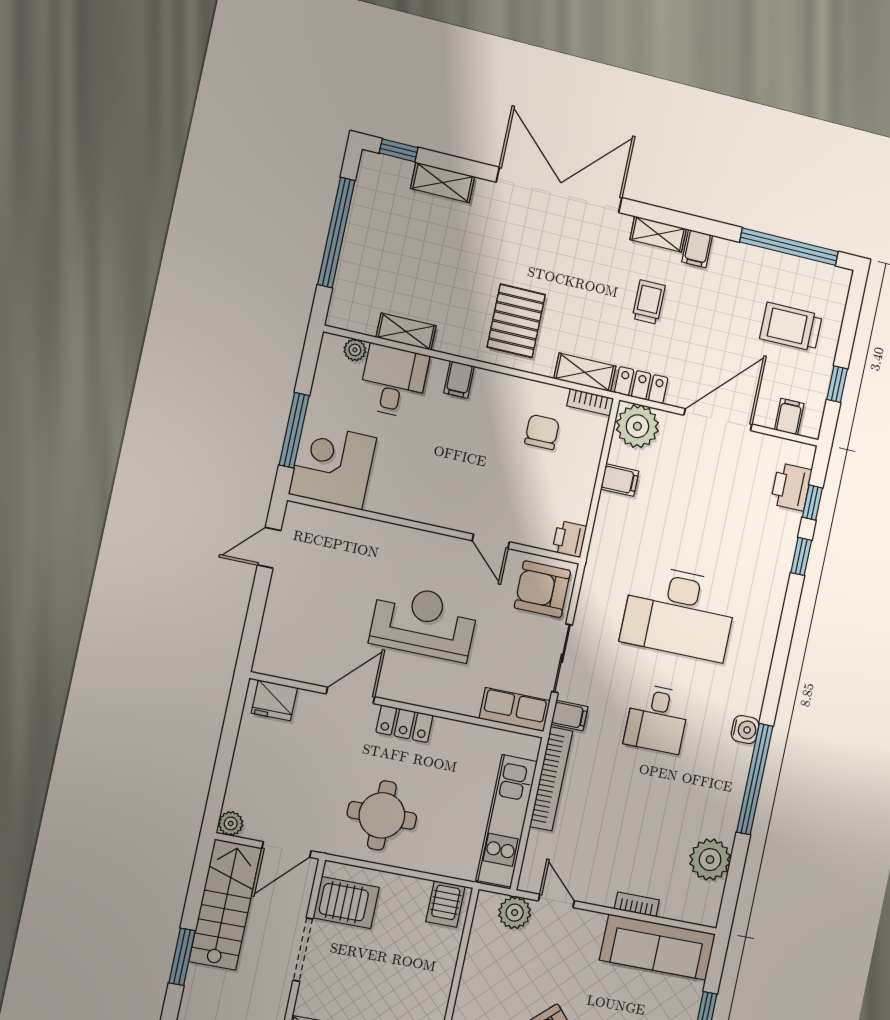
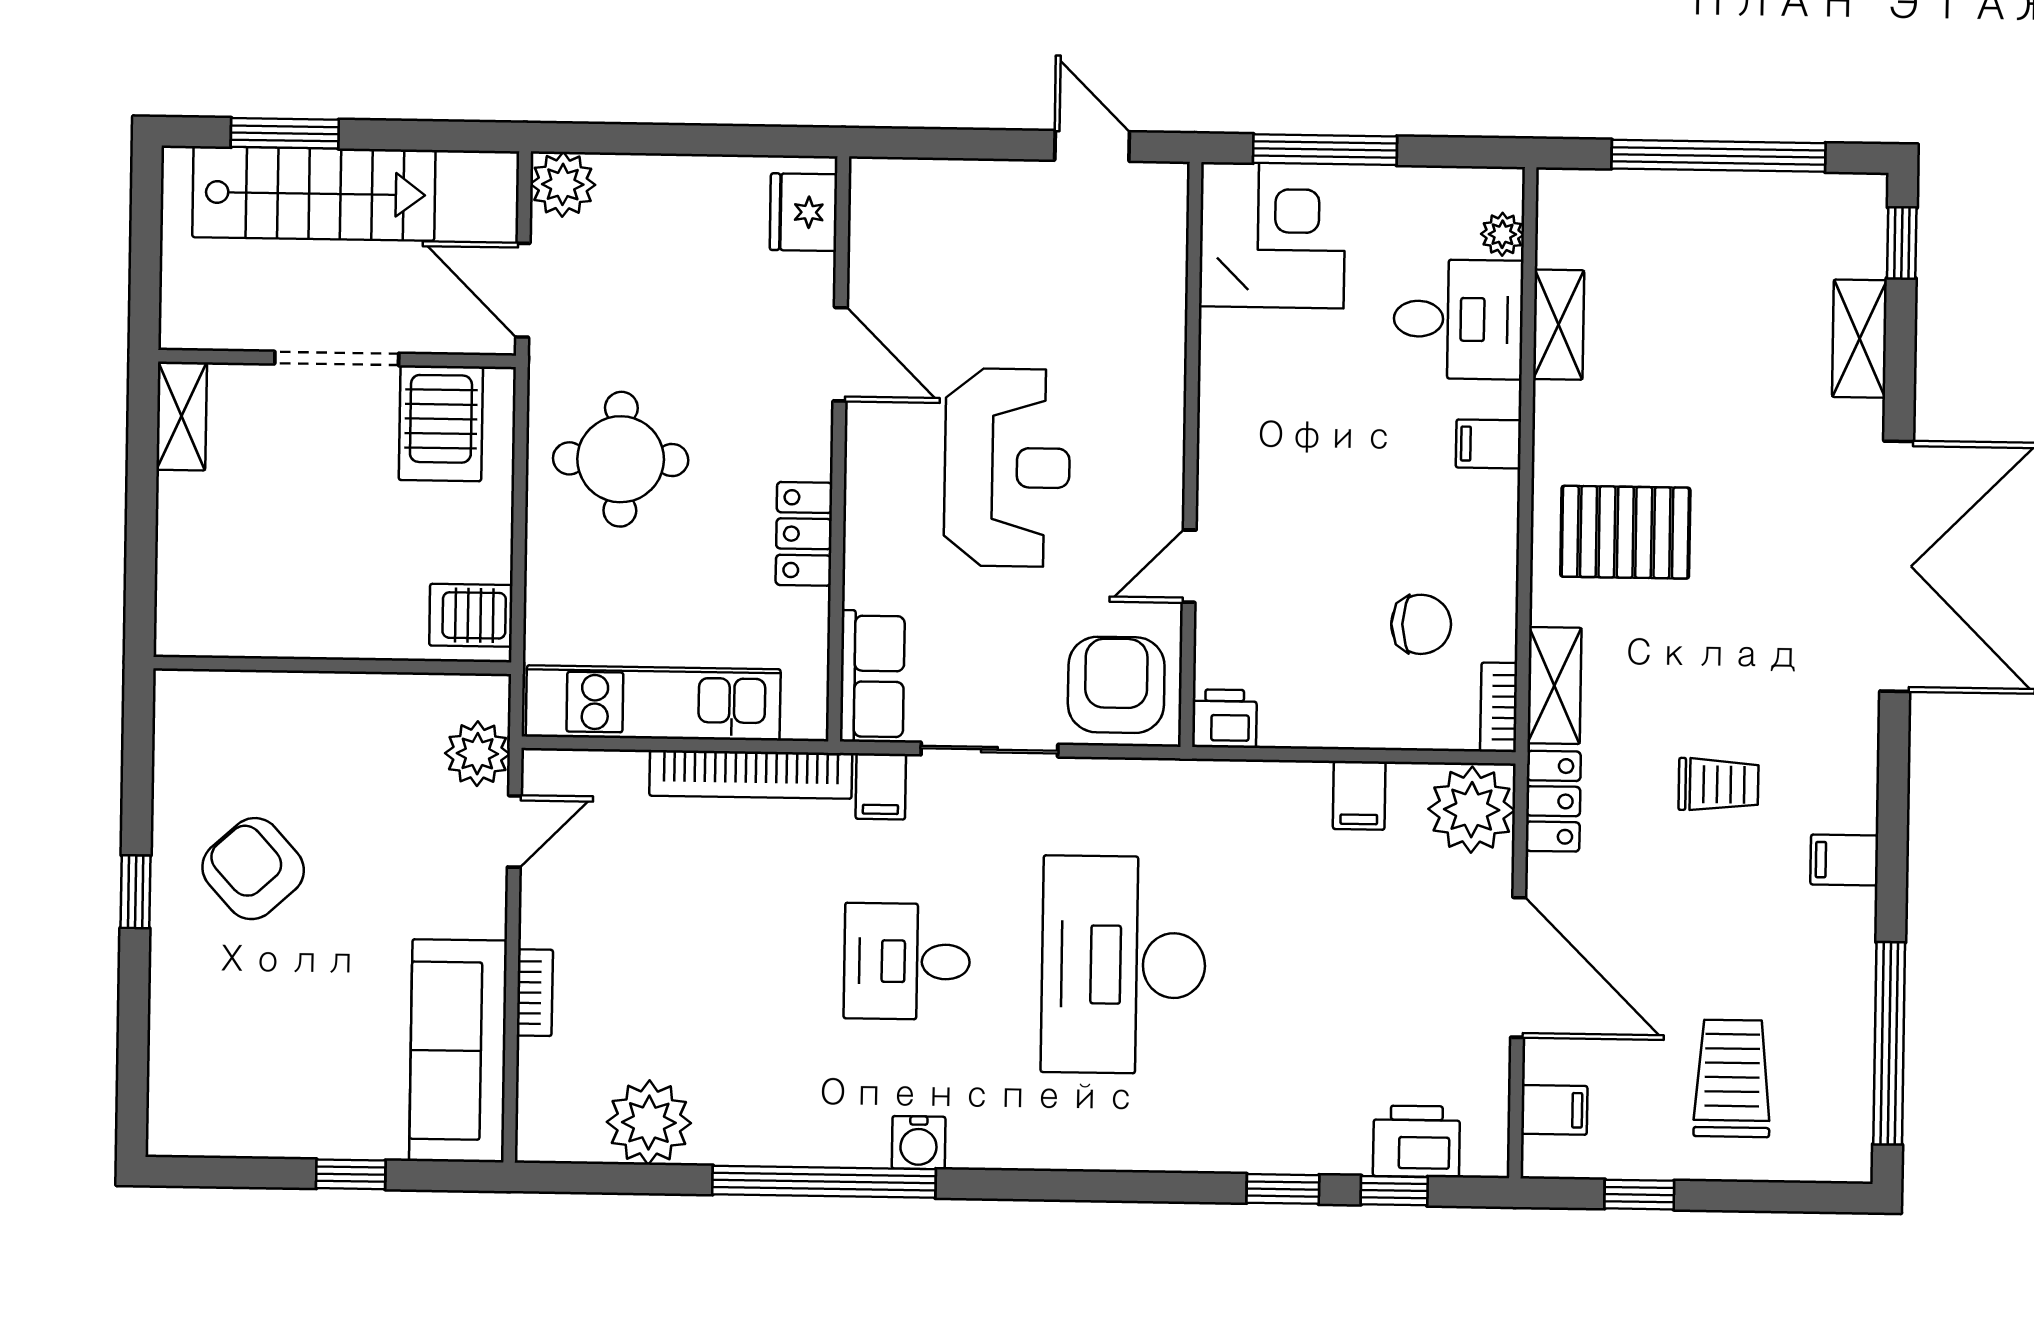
shelving: (658, 234) -> (1855, 777), removed
locker: (404, 724) -> (804, 534), moved
plant: (231, 823) -> (563, 184), width x1.38, depth x1.38
stairs: (225, 905) -> (314, 194), moved

